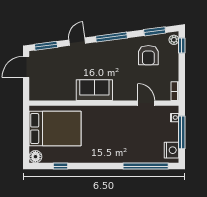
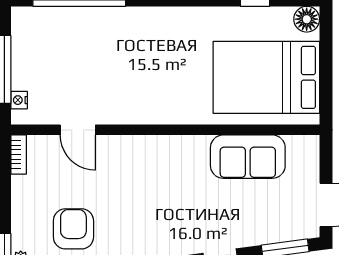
sofa: (94, 90) -> (248, 157), moved
nightstand: (172, 150) -> (26, 33), removed

